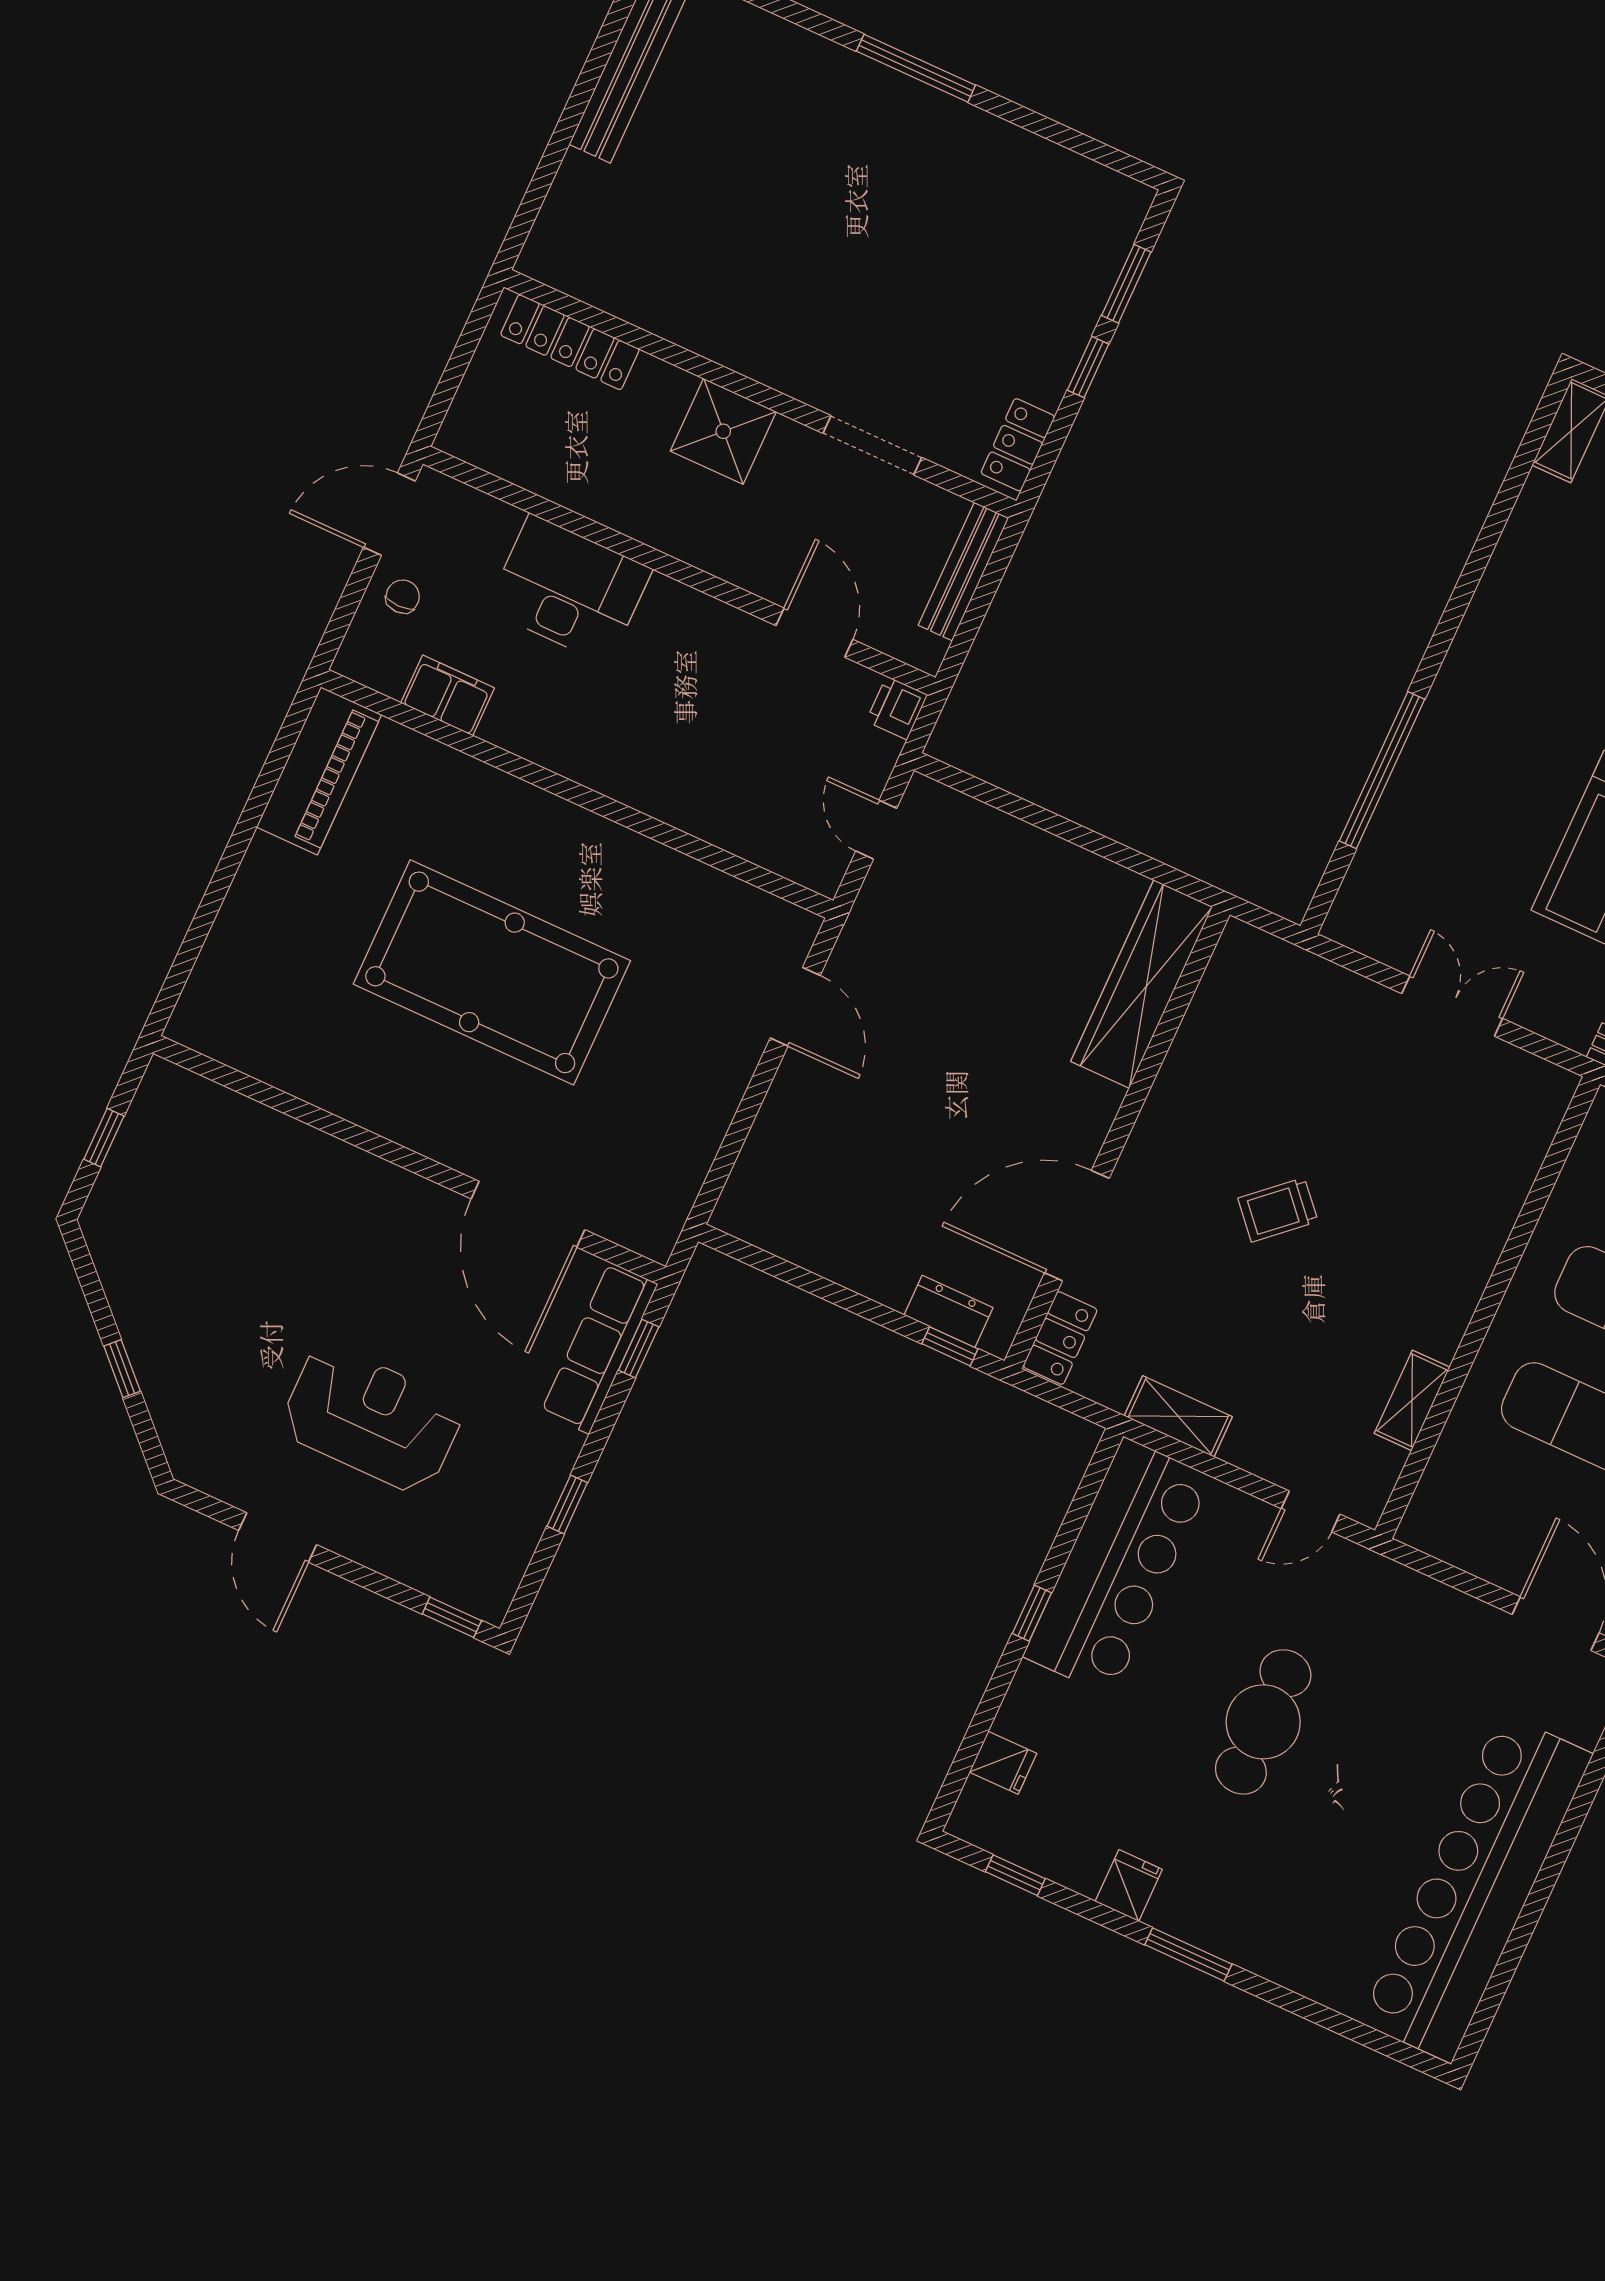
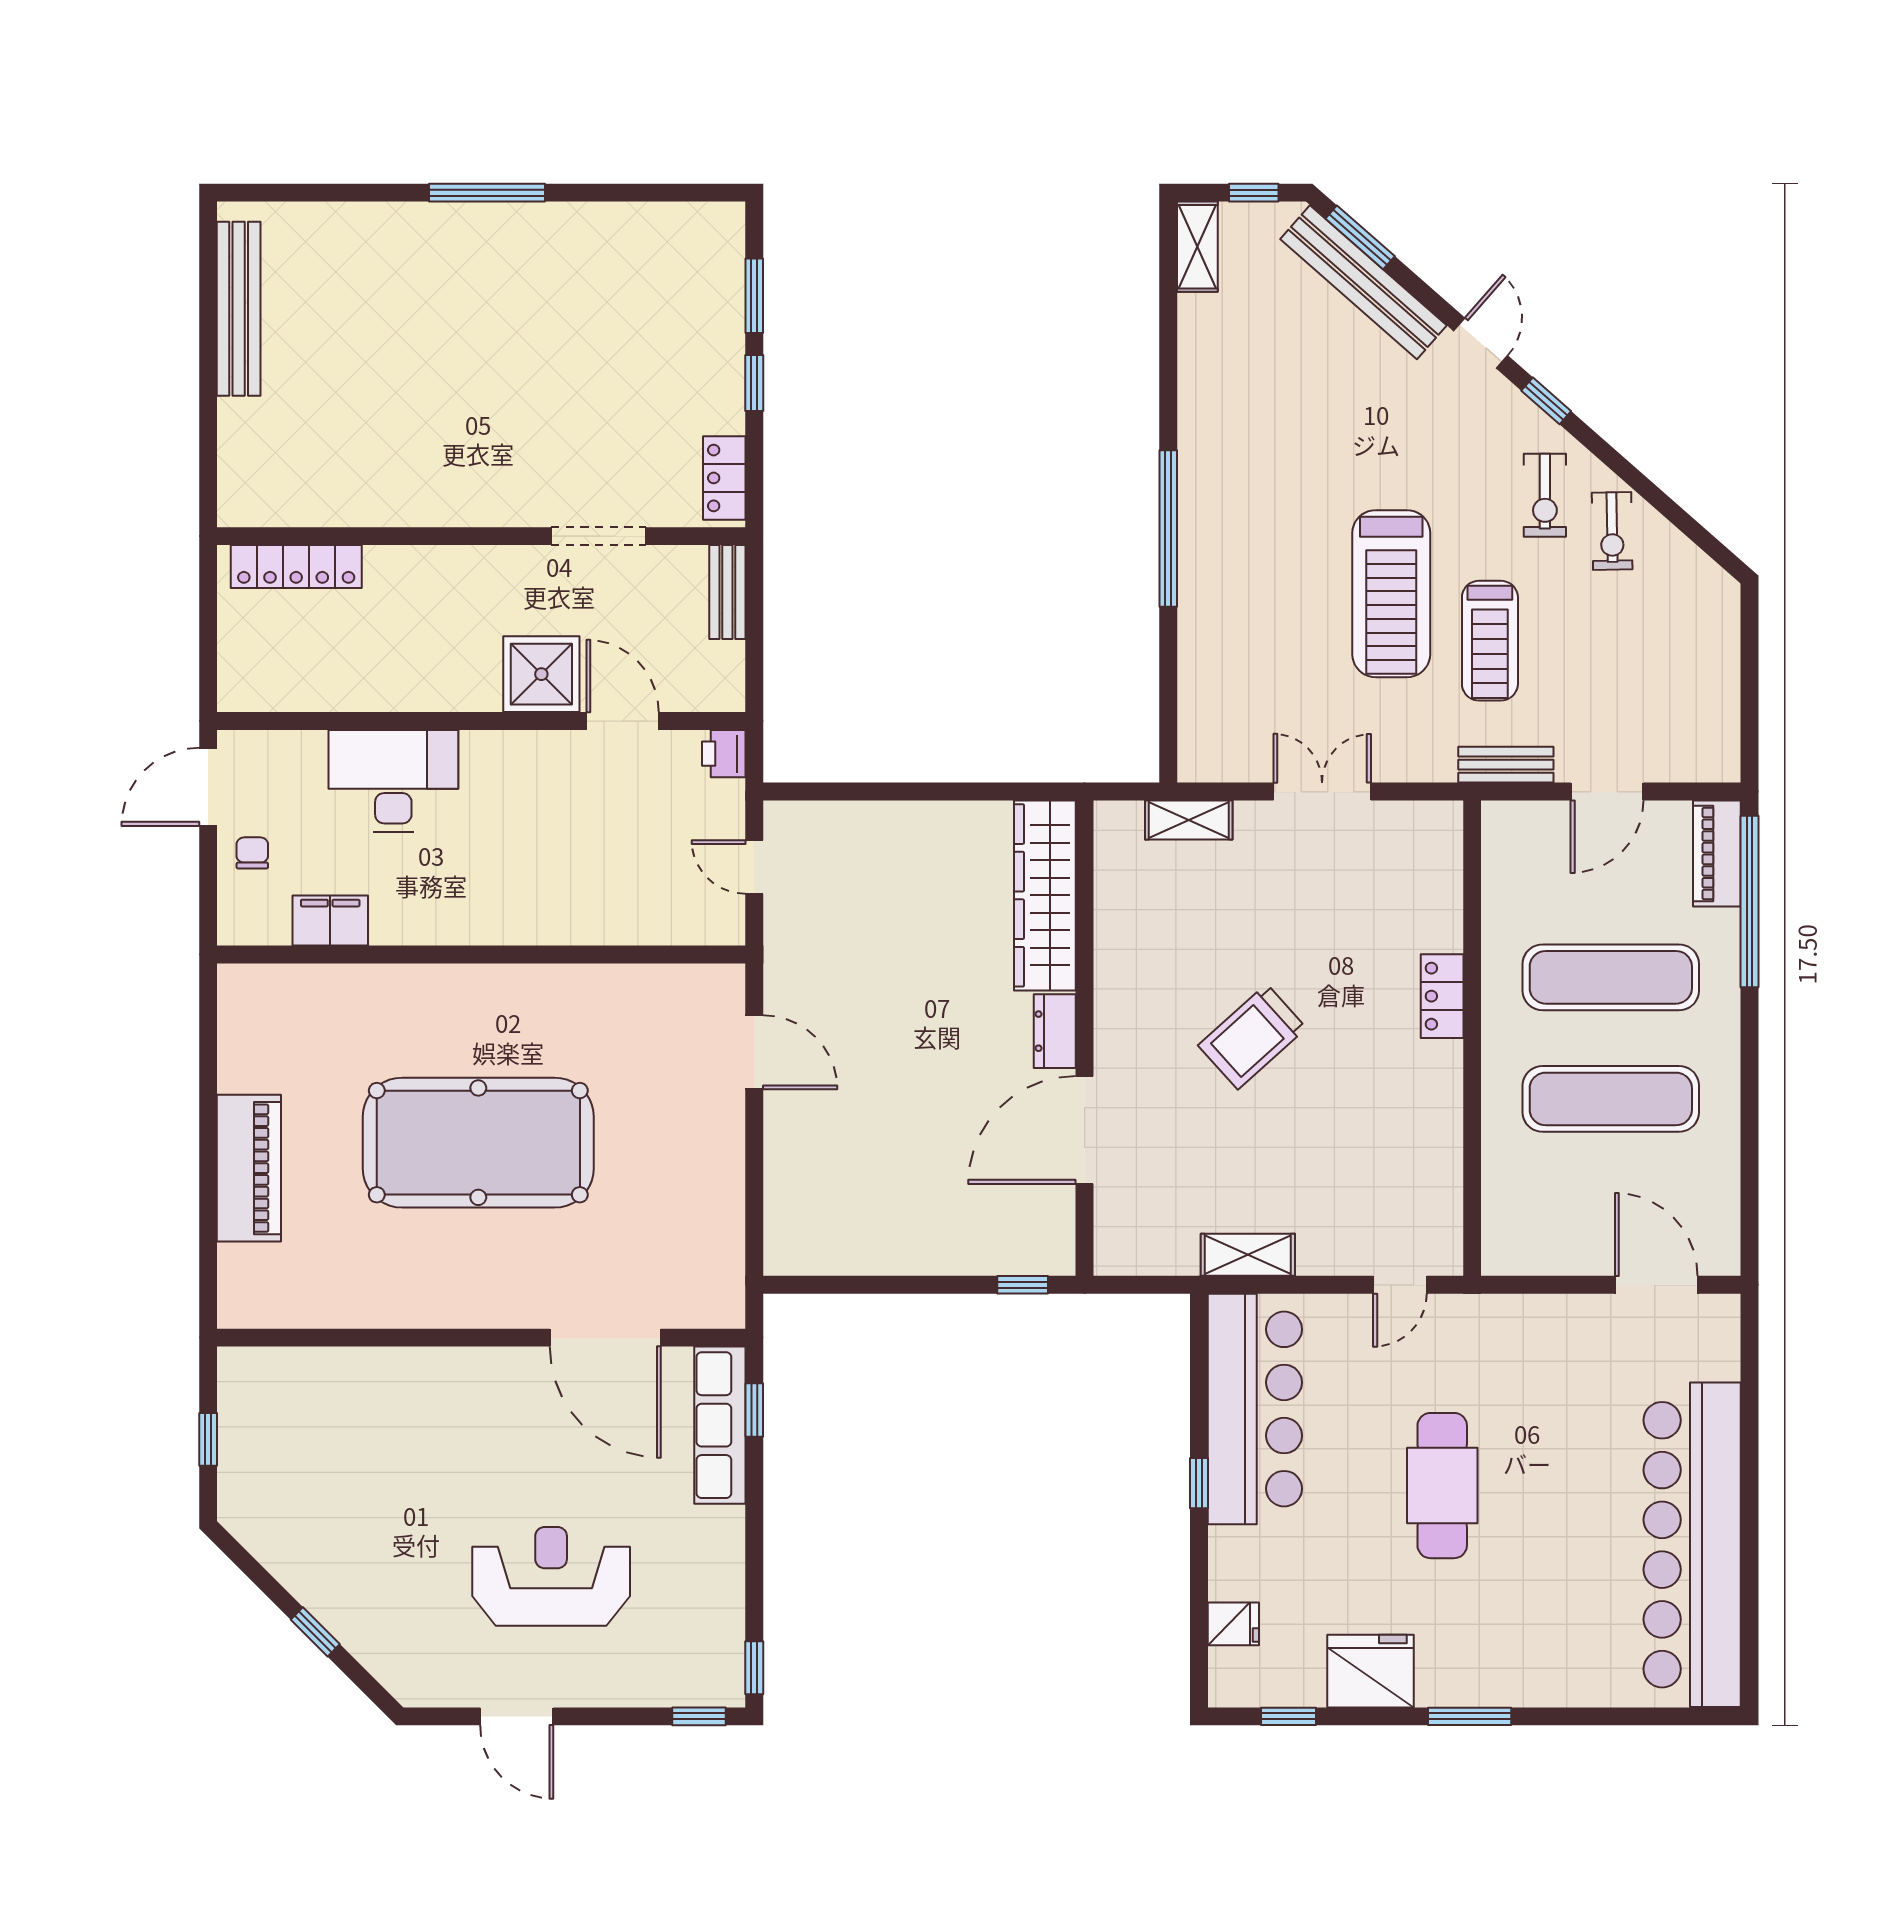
shower: (723, 431) -> (541, 674), moved
bench: (963, 572) -> (727, 592), width x0.73
window: (1382, 770) -> (1168, 528), moved
piano: (319, 771) -> (249, 1168), moved
trolley: (1278, 1210) -> (1252, 1037), width x1.36, depth x1.39
dresser: (948, 1311) -> (1055, 1031), moved, turned -90
locker: (1060, 1338) -> (1442, 996), moved, turned 180
shelving: (1412, 1400) -> (1189, 820), moved, turned 90
window: (567, 1504) -> (754, 1668), moved
fridge: (1129, 1885) -> (1370, 1671), width x1.88, depth x1.34

